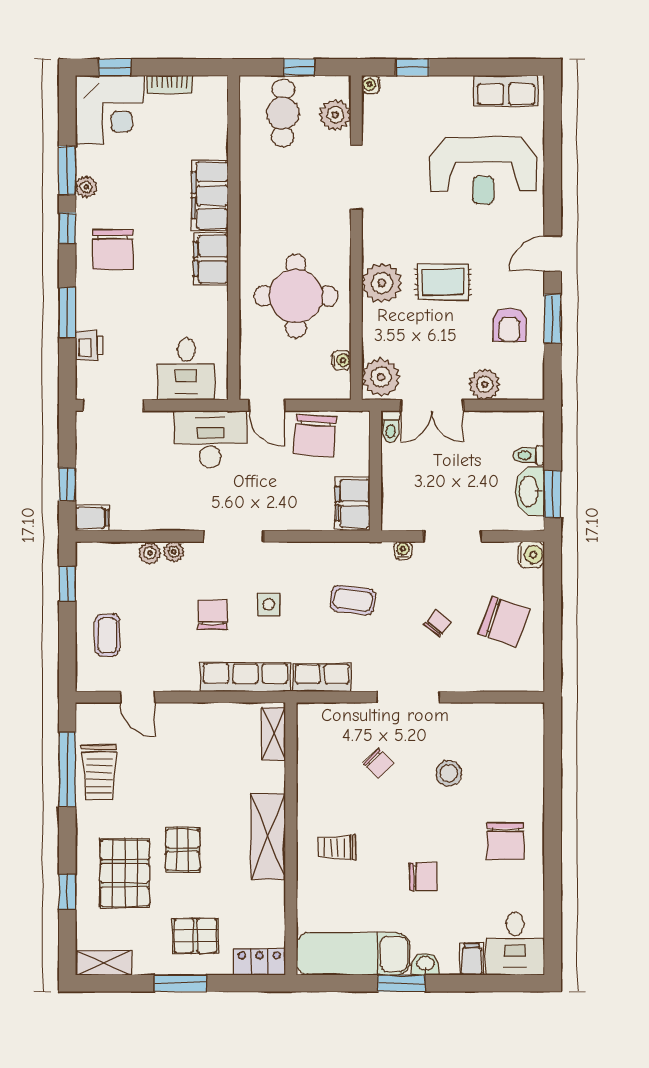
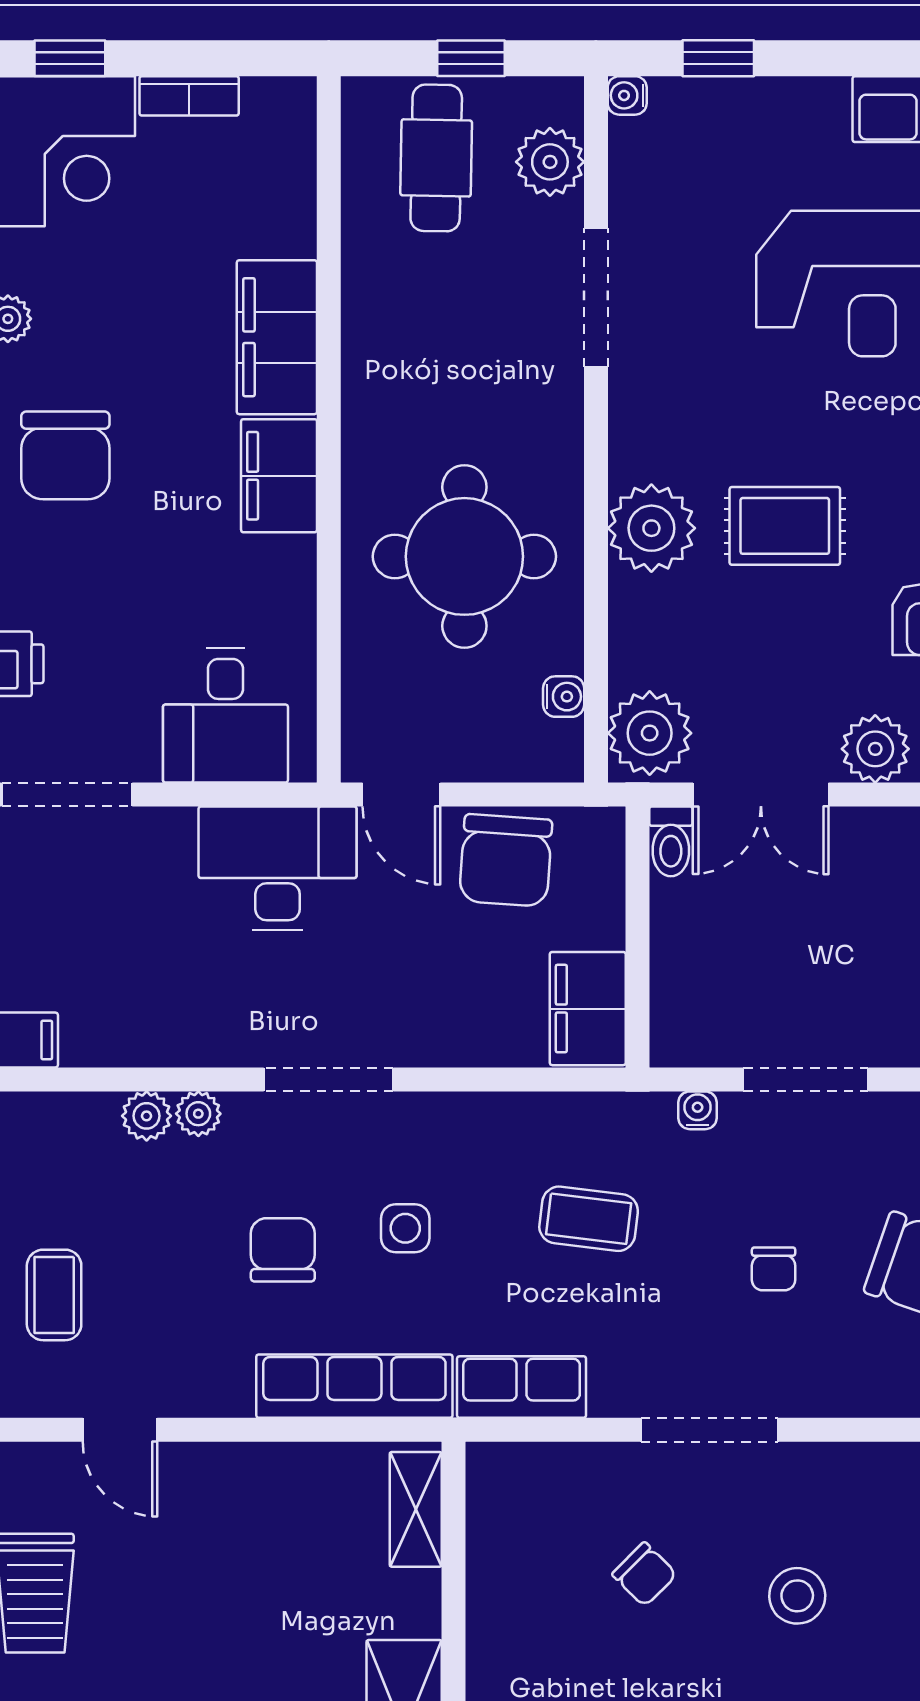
chair: (438, 623) -> (774, 1269), turned 140

